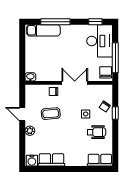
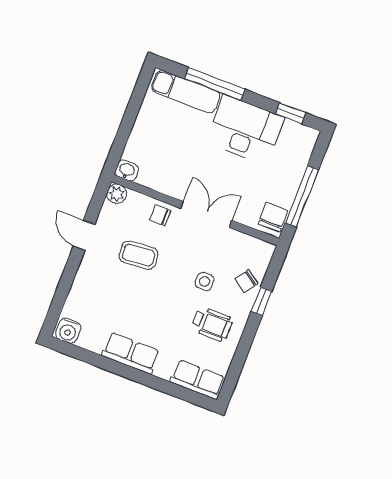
desk: (100, 41) -> (245, 130), moved, turned -90
plant: (30, 131) -> (117, 194), moved
row of seats: (51, 160) -> (131, 353), moved

